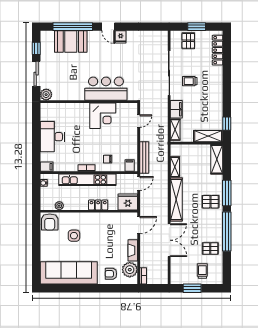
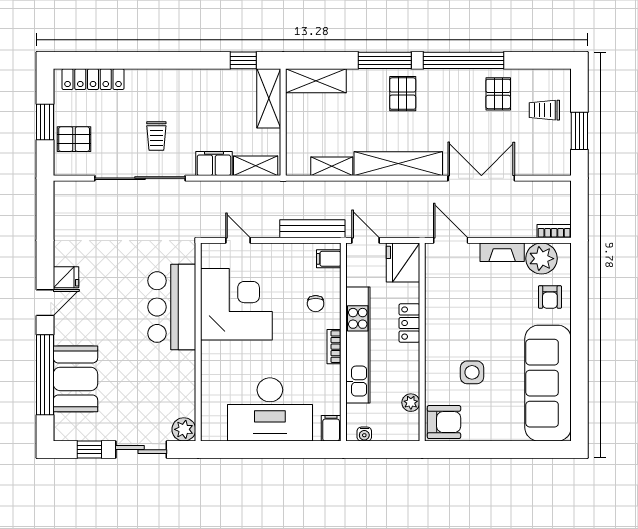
corner desk: (103, 116) -> (236, 304), width x1.36, depth x1.36
desk: (52, 137) -> (270, 409), width x1.36, depth x1.30

